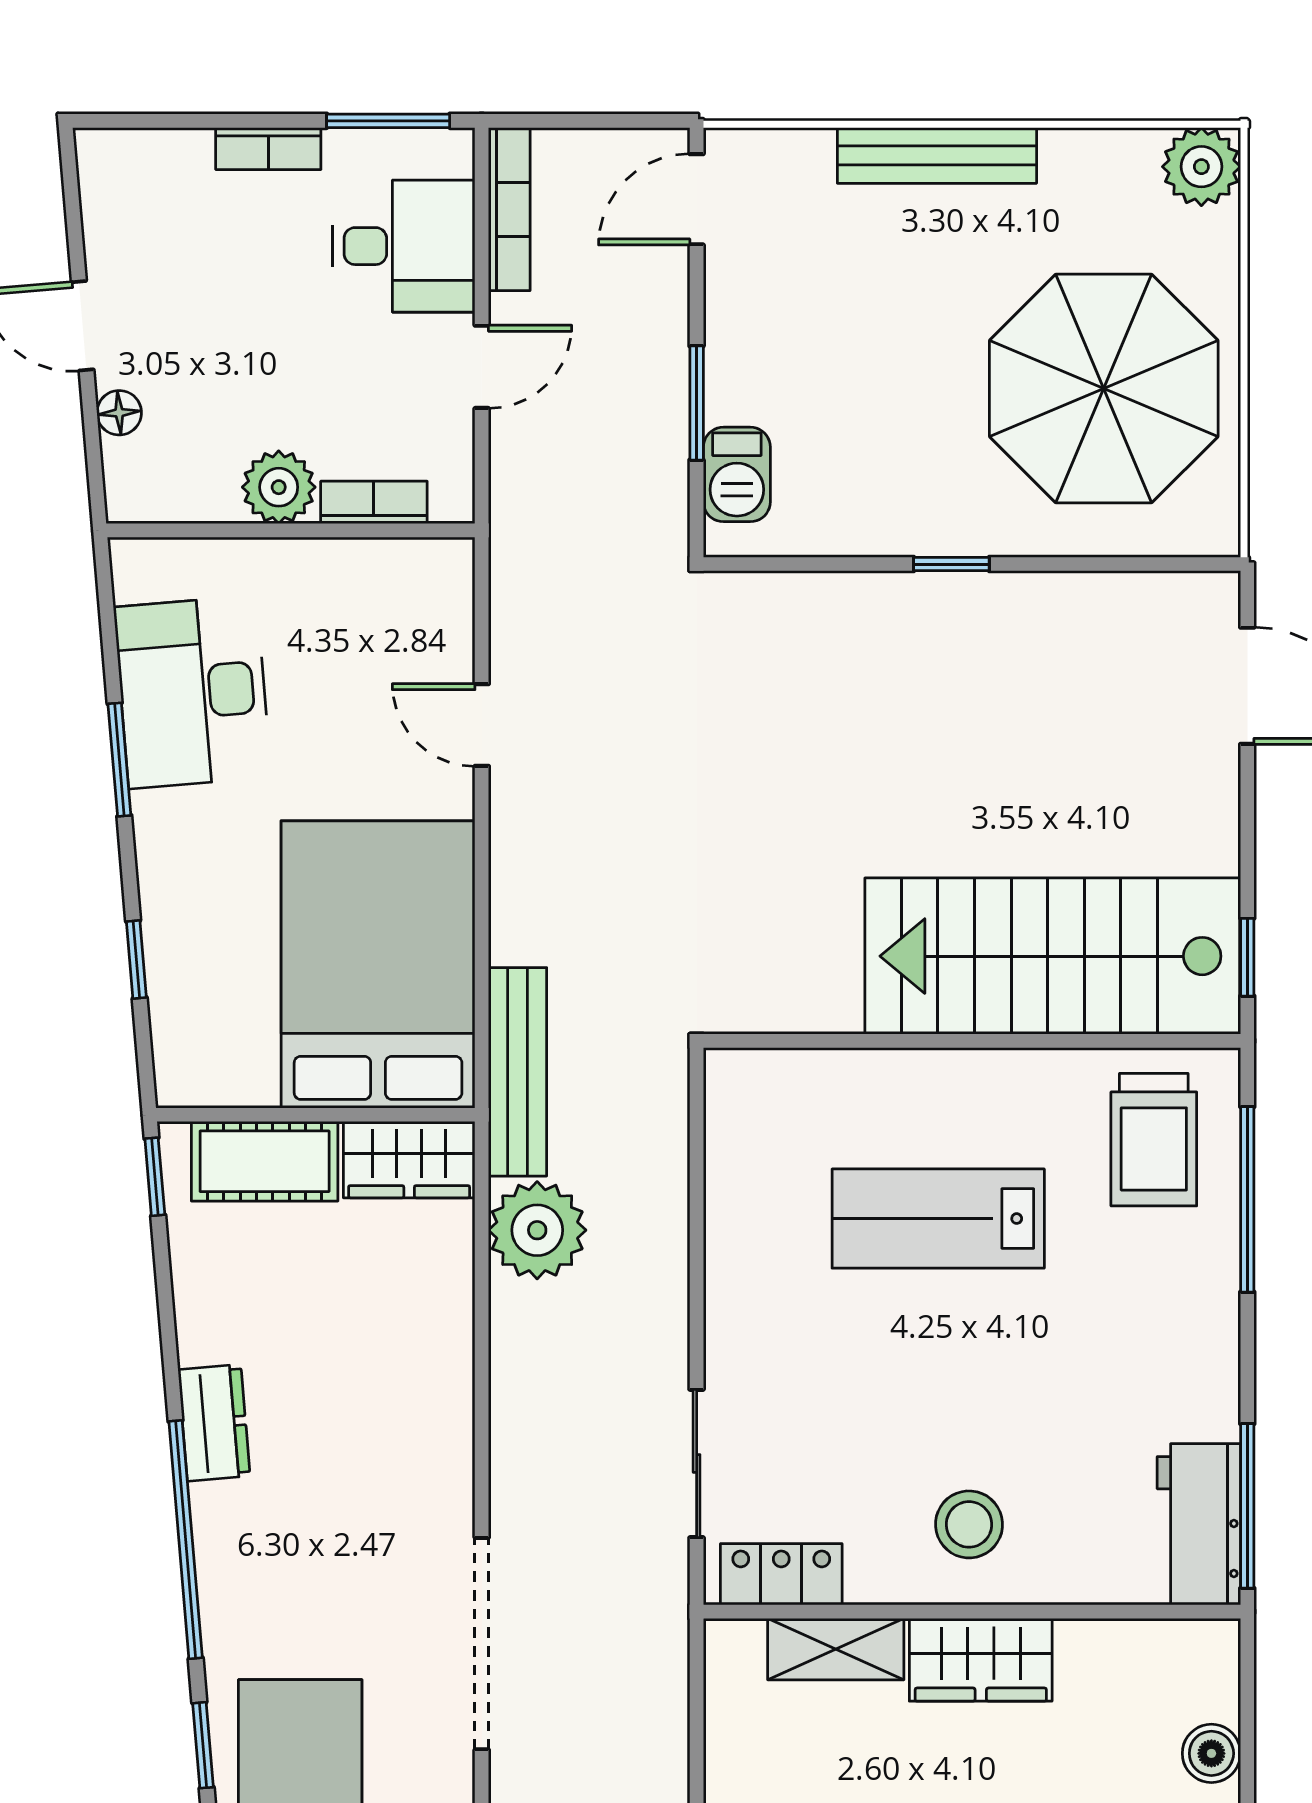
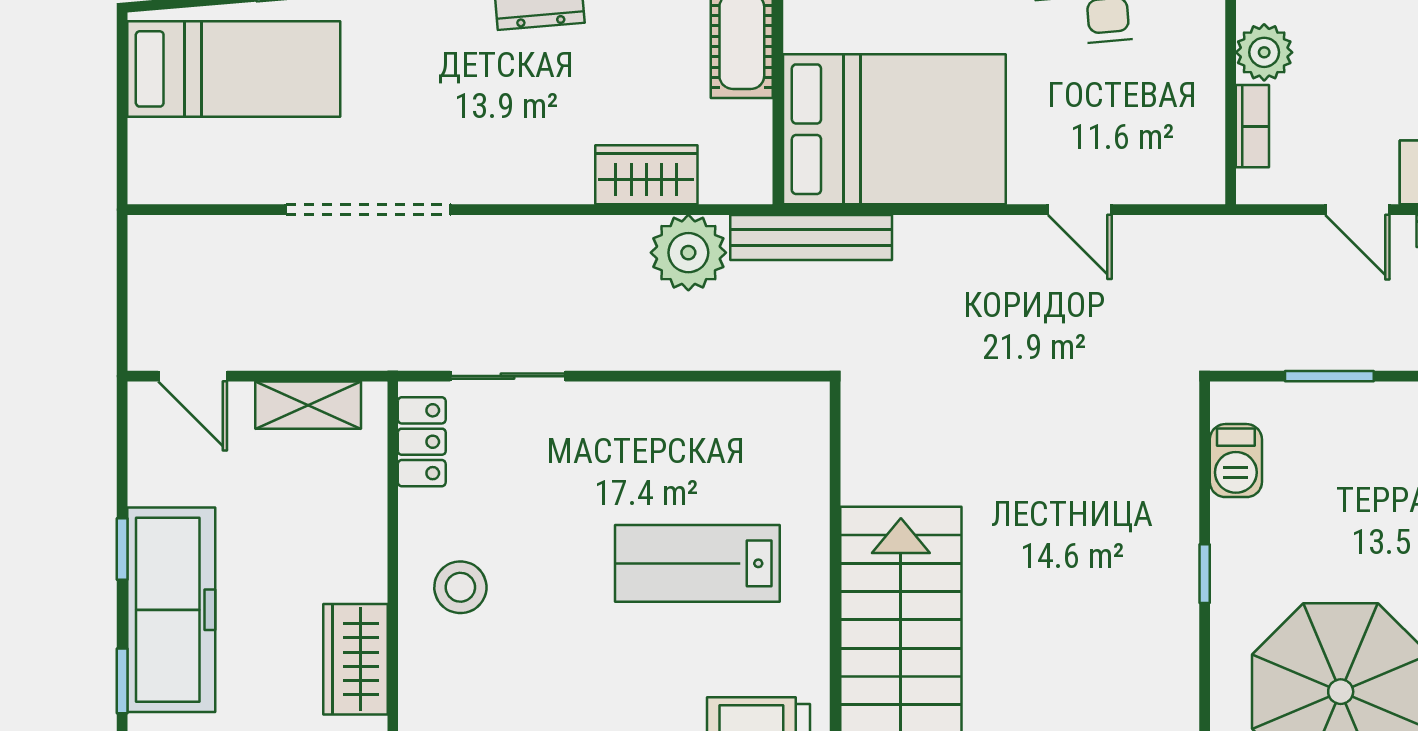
barbecue: (737, 474) -> (1236, 461), moved, turned -90
door: (482, 725) -> (1080, 210), swing flipped
wardrobe: (409, 1160) -> (646, 175), moved, turned 90
lab bench: (938, 1219) -> (697, 563), turned -90
shelving: (836, 1649) -> (308, 405), moved, turned 90
wardrobe: (981, 1660) -> (355, 659), moved

